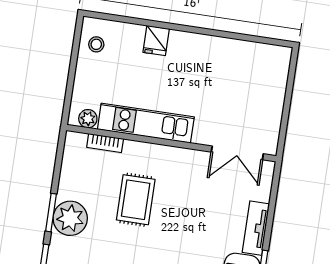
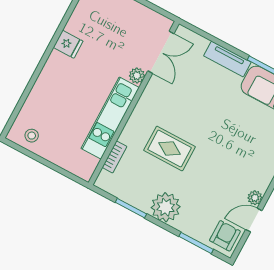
fridge: (156, 41) -> (68, 44), moved
plant: (88, 119) -> (137, 76), moved
window: (51, 213) -> (131, 208), moved

